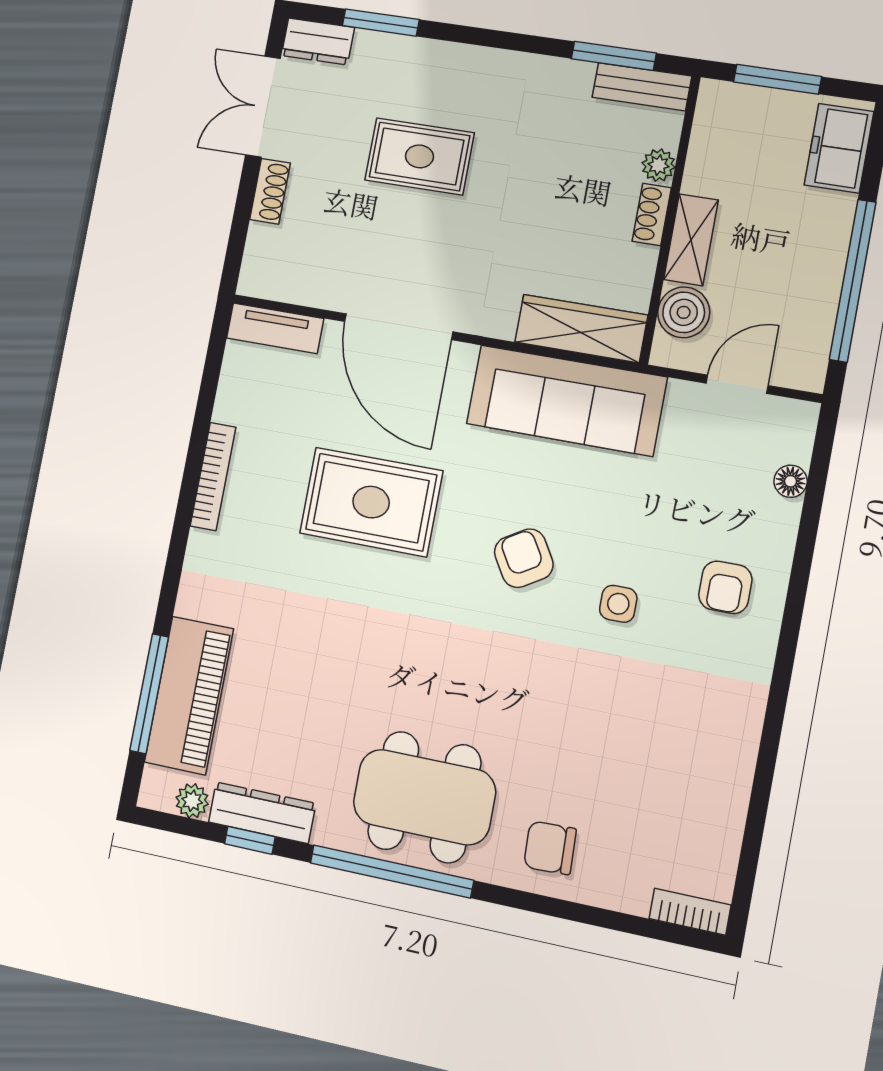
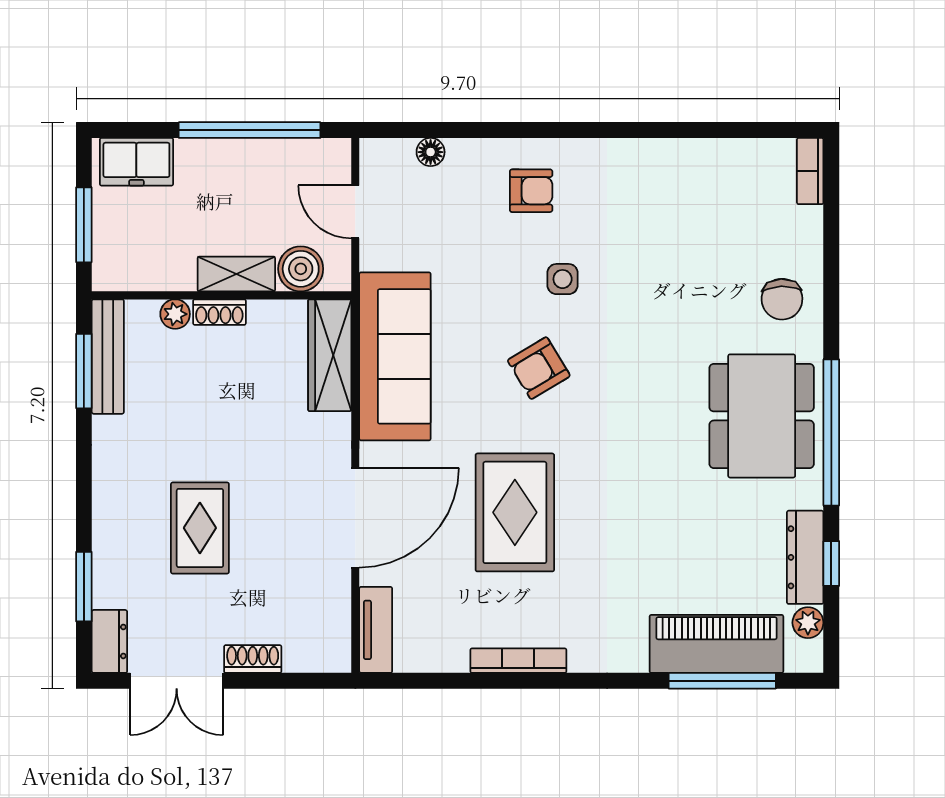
bench: (642, 87) -> (108, 357), width x1.36

